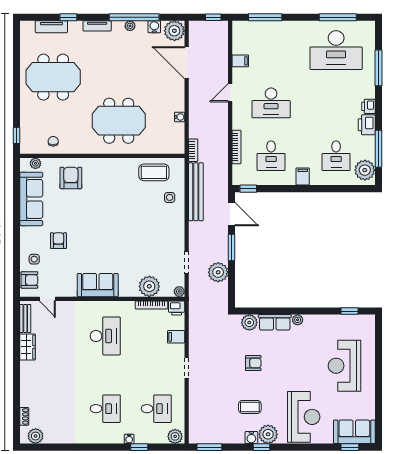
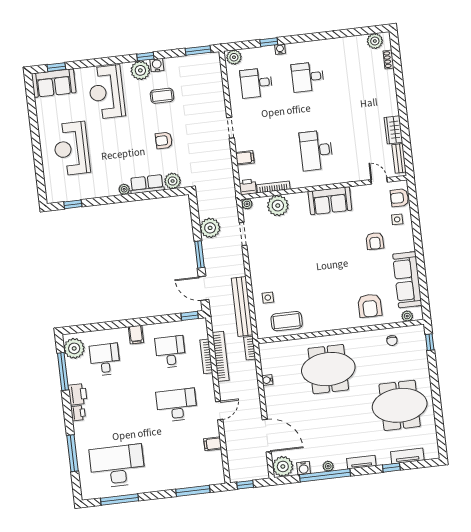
bookcase: (223, 146) -> (221, 356), added
reception desk: (344, 366) -> (71, 149), turned 180

